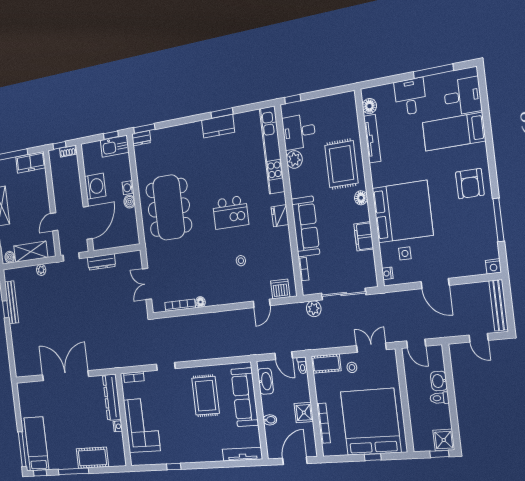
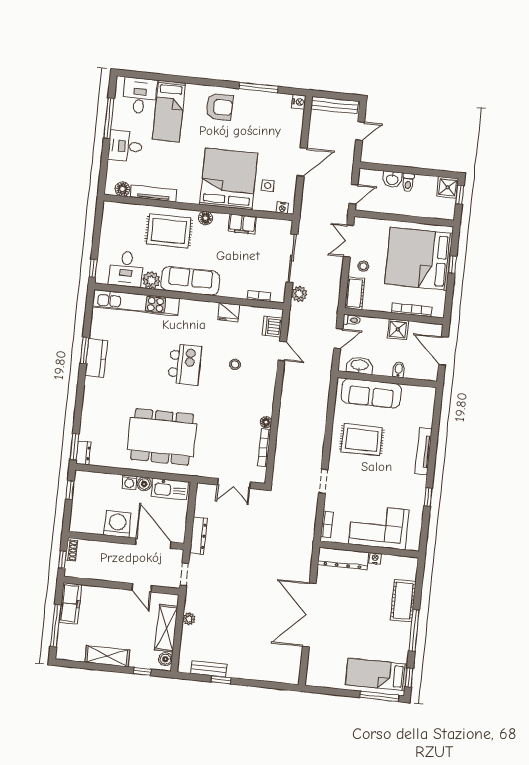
kitchen sink: (115, 146) -> (170, 489), moved, turned 90
fridge: (280, 216) -> (229, 312), moved
sofa: (305, 227) -> (190, 281), moved
bench: (12, 302) -> (209, 669), width x0.73
tv unit: (242, 454) -> (423, 451), moved

